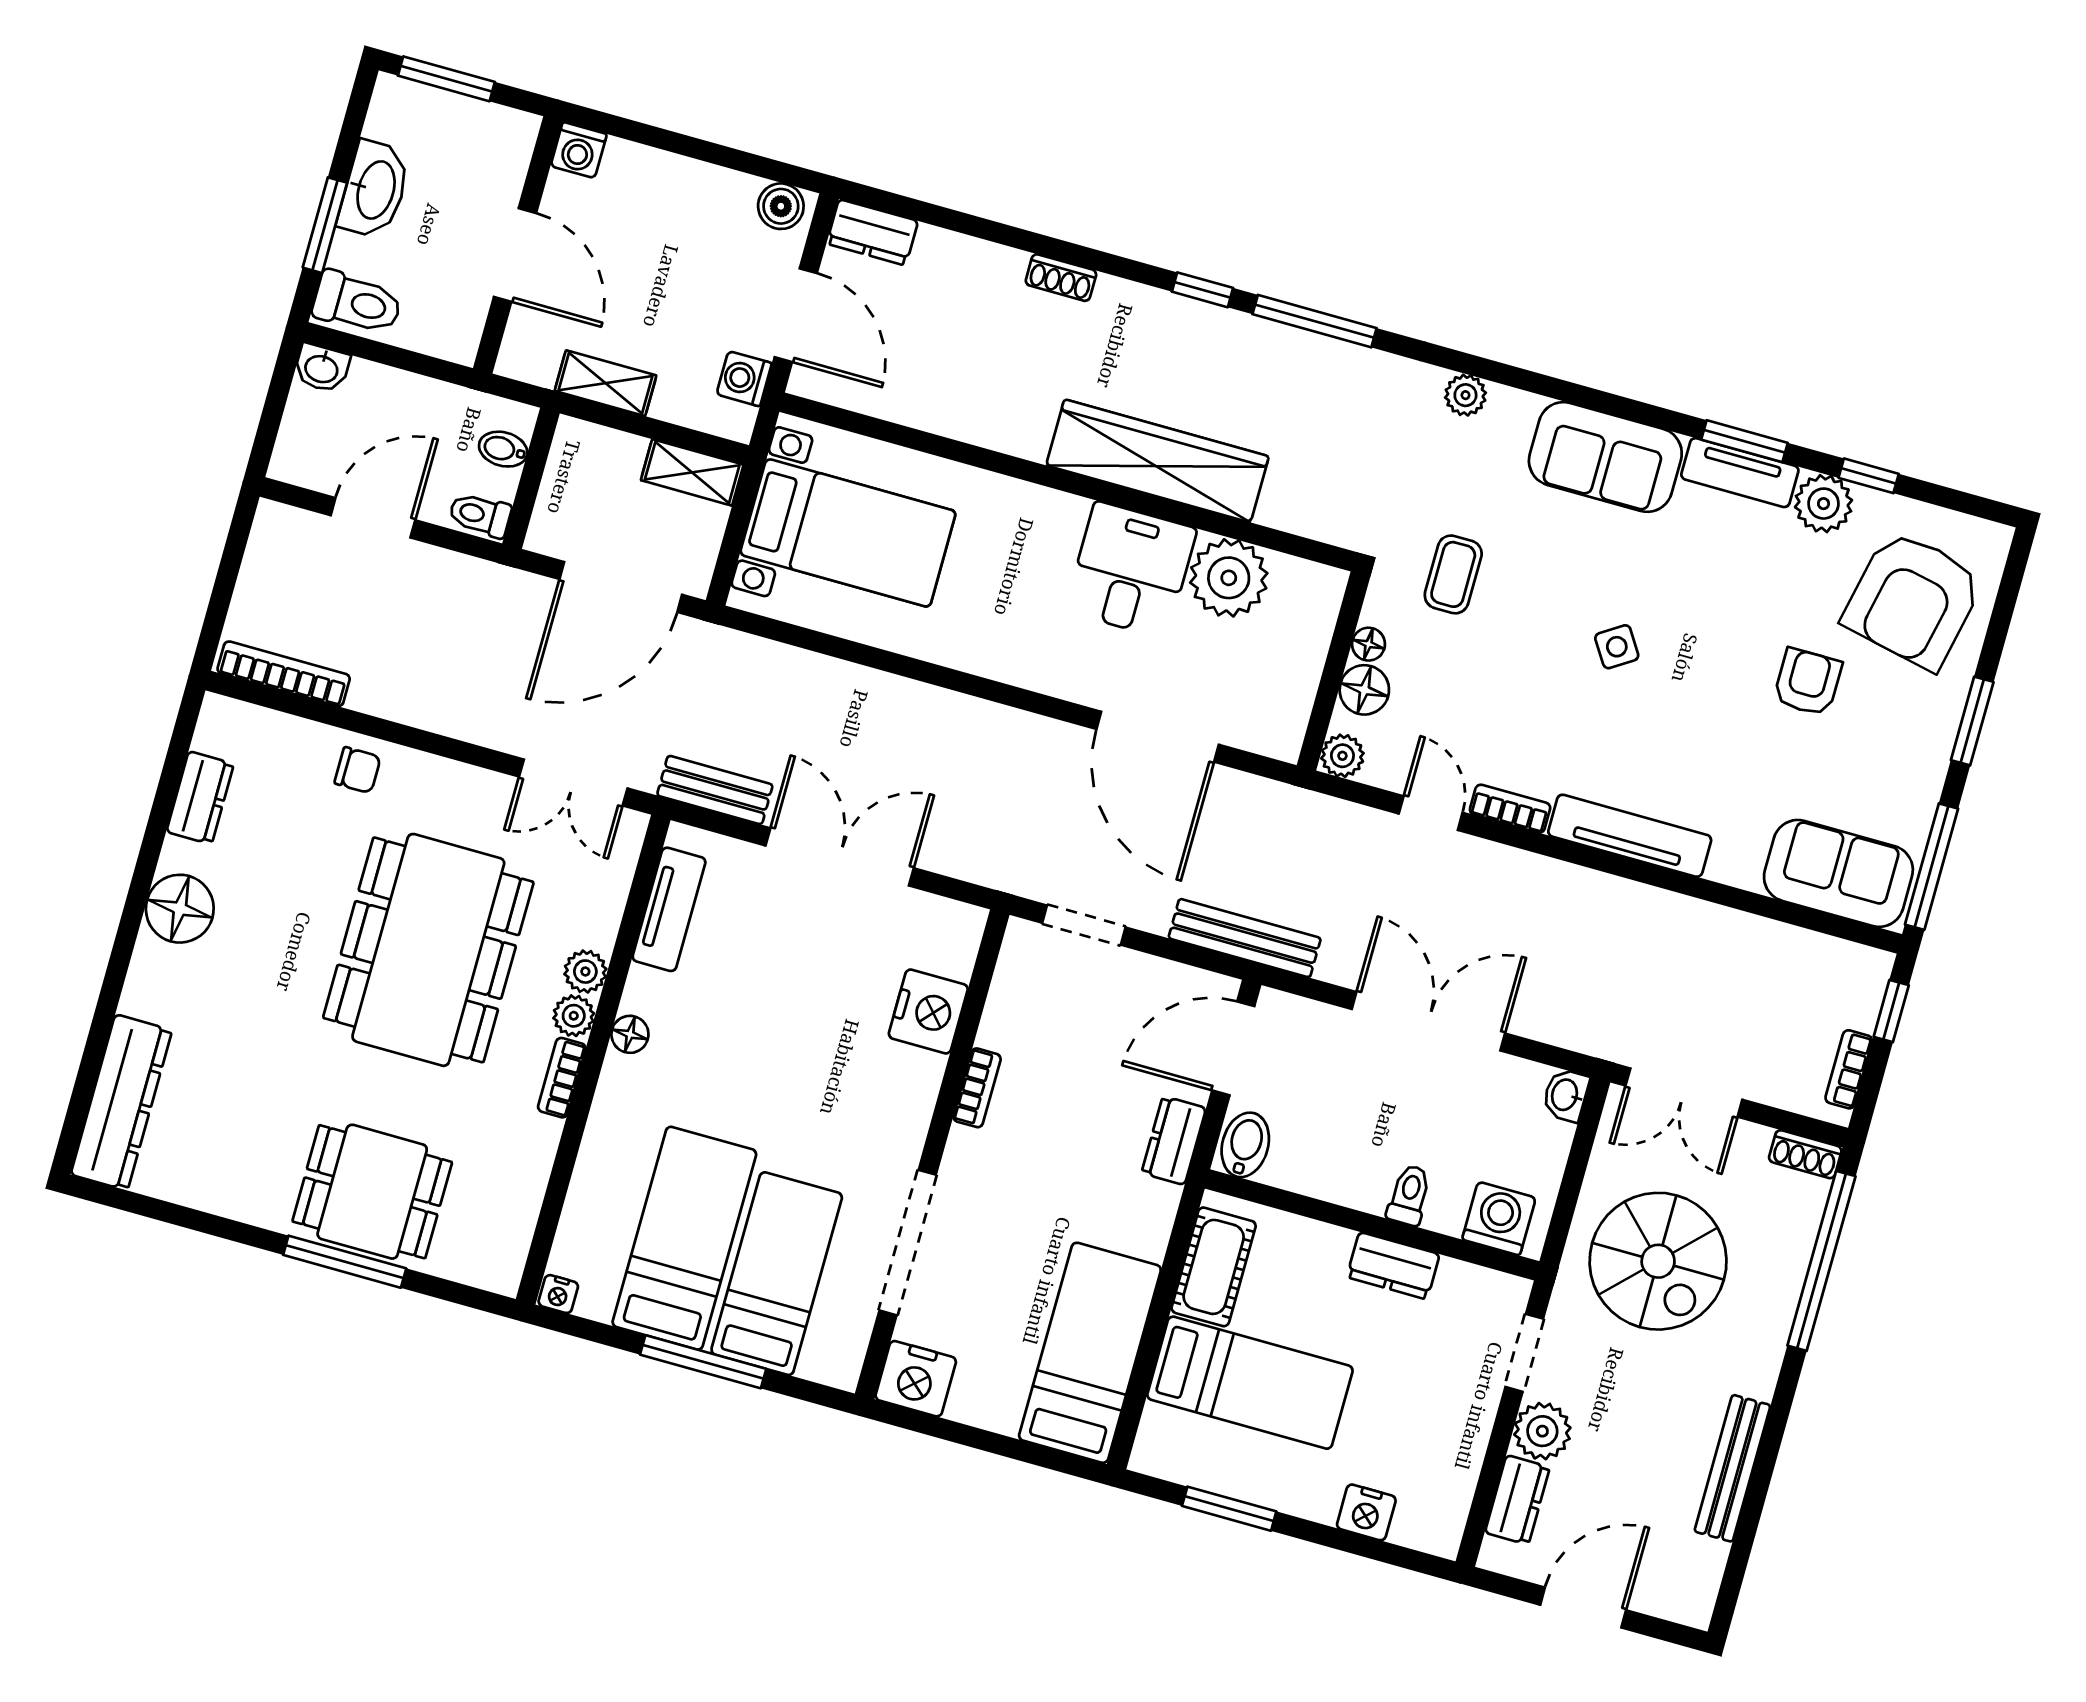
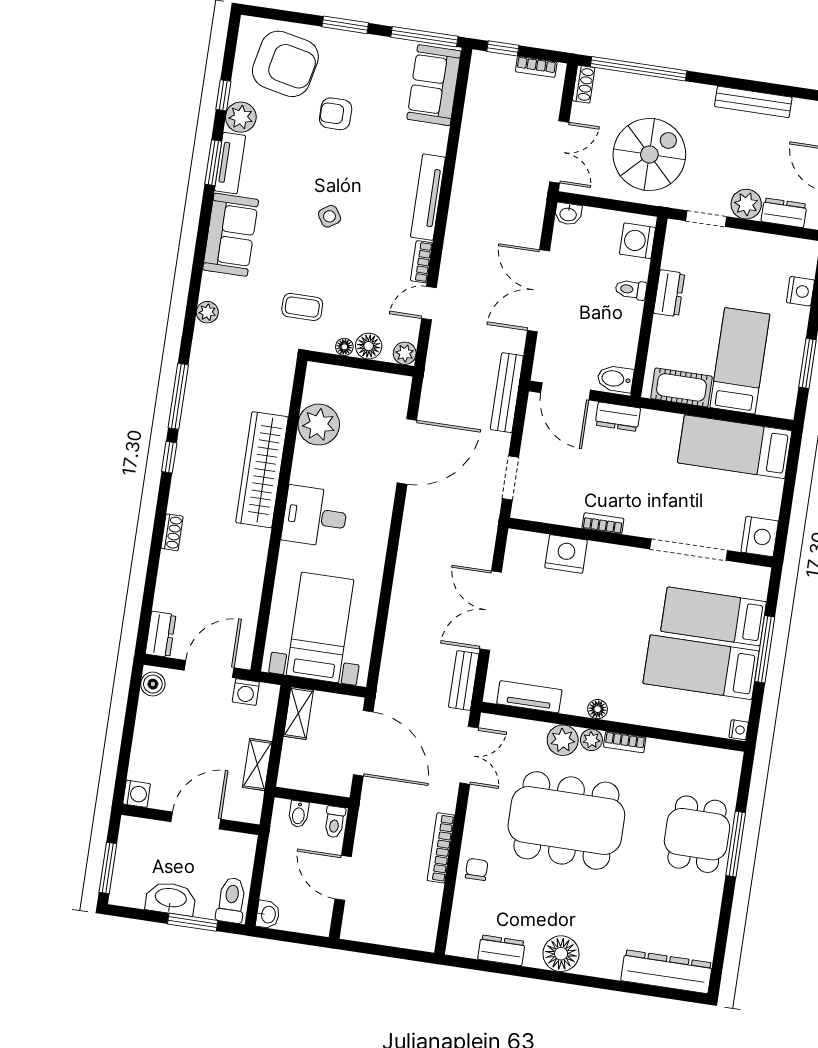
desk: (1131, 570) -> (315, 517), moved
bookcase: (284, 674) -> (441, 848), moved
plant: (585, 972) -> (563, 740), width x1.38, depth x1.38

